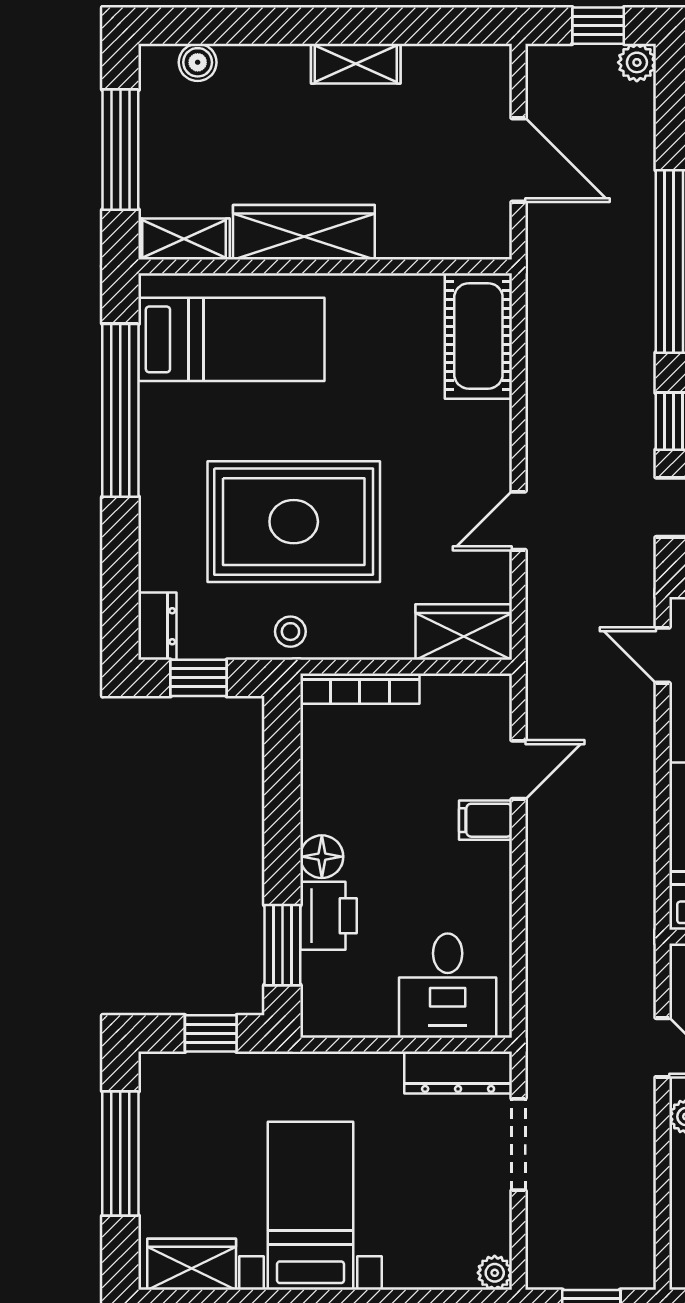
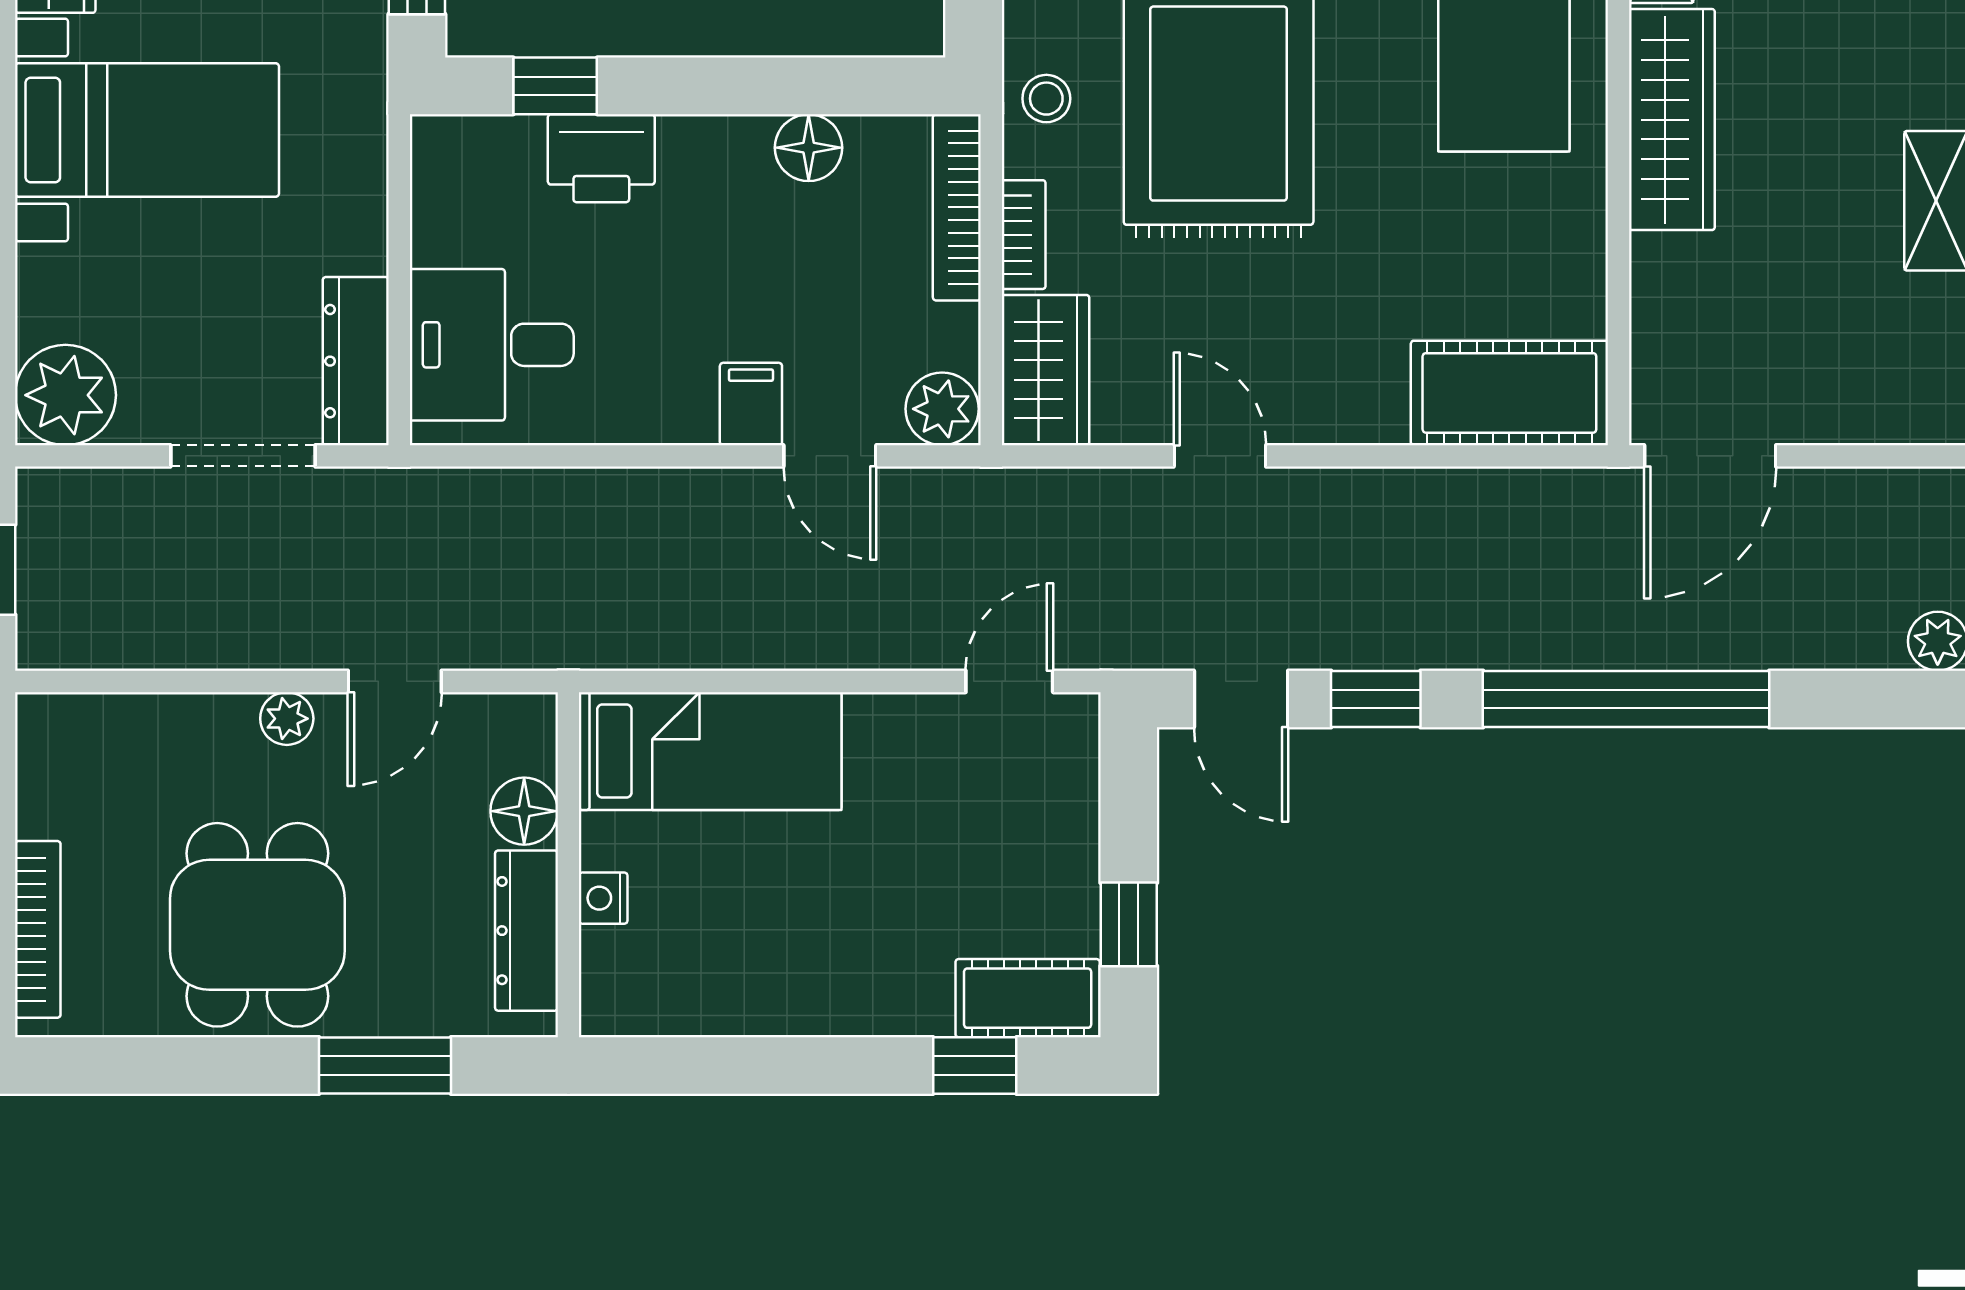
door: (519, 160) -> (1710, 456), moved
bookcase: (377, 646) -> (1024, 235), added
plant: (489, 698) -> (942, 409), added
floor lamp: (322, 857) -> (809, 148), moved
window: (282, 945) -> (555, 86), width x0.67
plant: (495, 1273) -> (65, 395), width x1.88, depth x1.88

